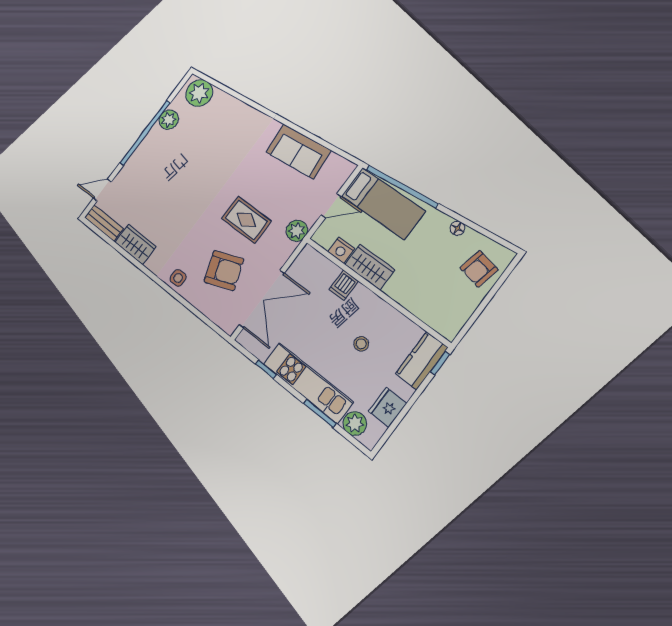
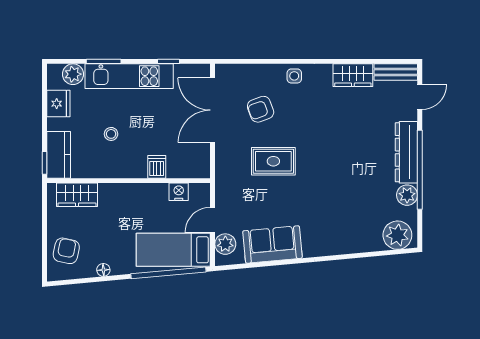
dresser: (144, 154) -> (406, 152), added
plant: (297, 231) -> (225, 244), moved
wardrobe: (370, 267) -> (77, 195), moved
armchair: (224, 270) -> (261, 109), width x0.72, depth x0.72

